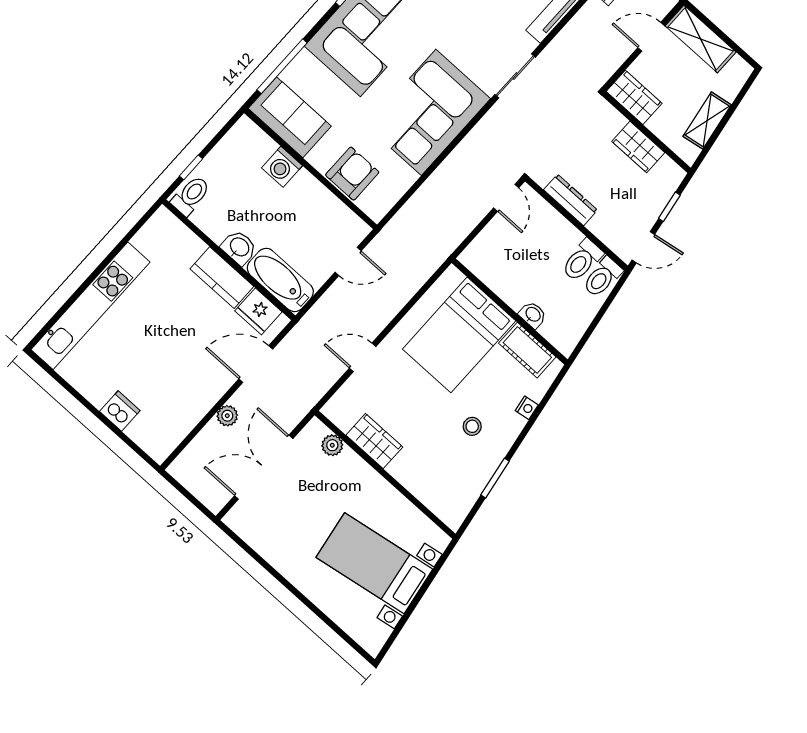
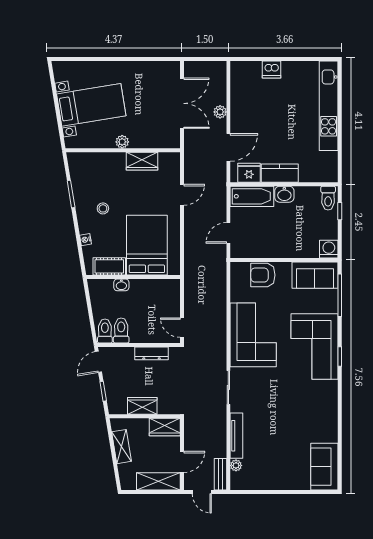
washing machine: (282, 167) -> (329, 249), moved
armchair: (352, 174) -> (263, 275), turned 90
plant: (332, 445) -> (122, 142), moved

